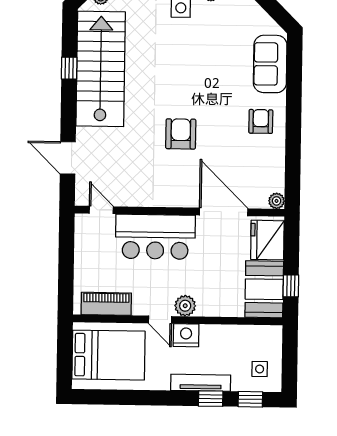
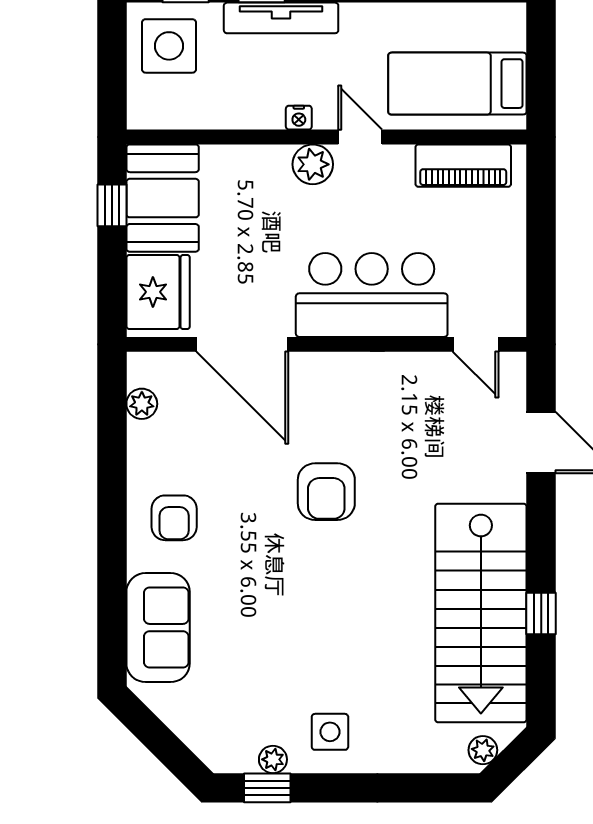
plant: (277, 201) -> (142, 404), moved
nightstand: (186, 335) -> (299, 118), width x0.53, depth x0.56
bed: (108, 355) -> (457, 84), width x0.67
side table: (260, 369) -> (169, 46), width x1.87, depth x1.87

